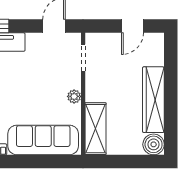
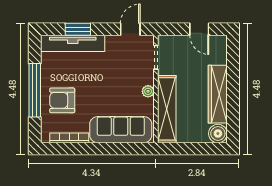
door: (132, 26) -> (199, 29), hinge flipped
shelving: (95, 129) -> (167, 109), width x1.47

